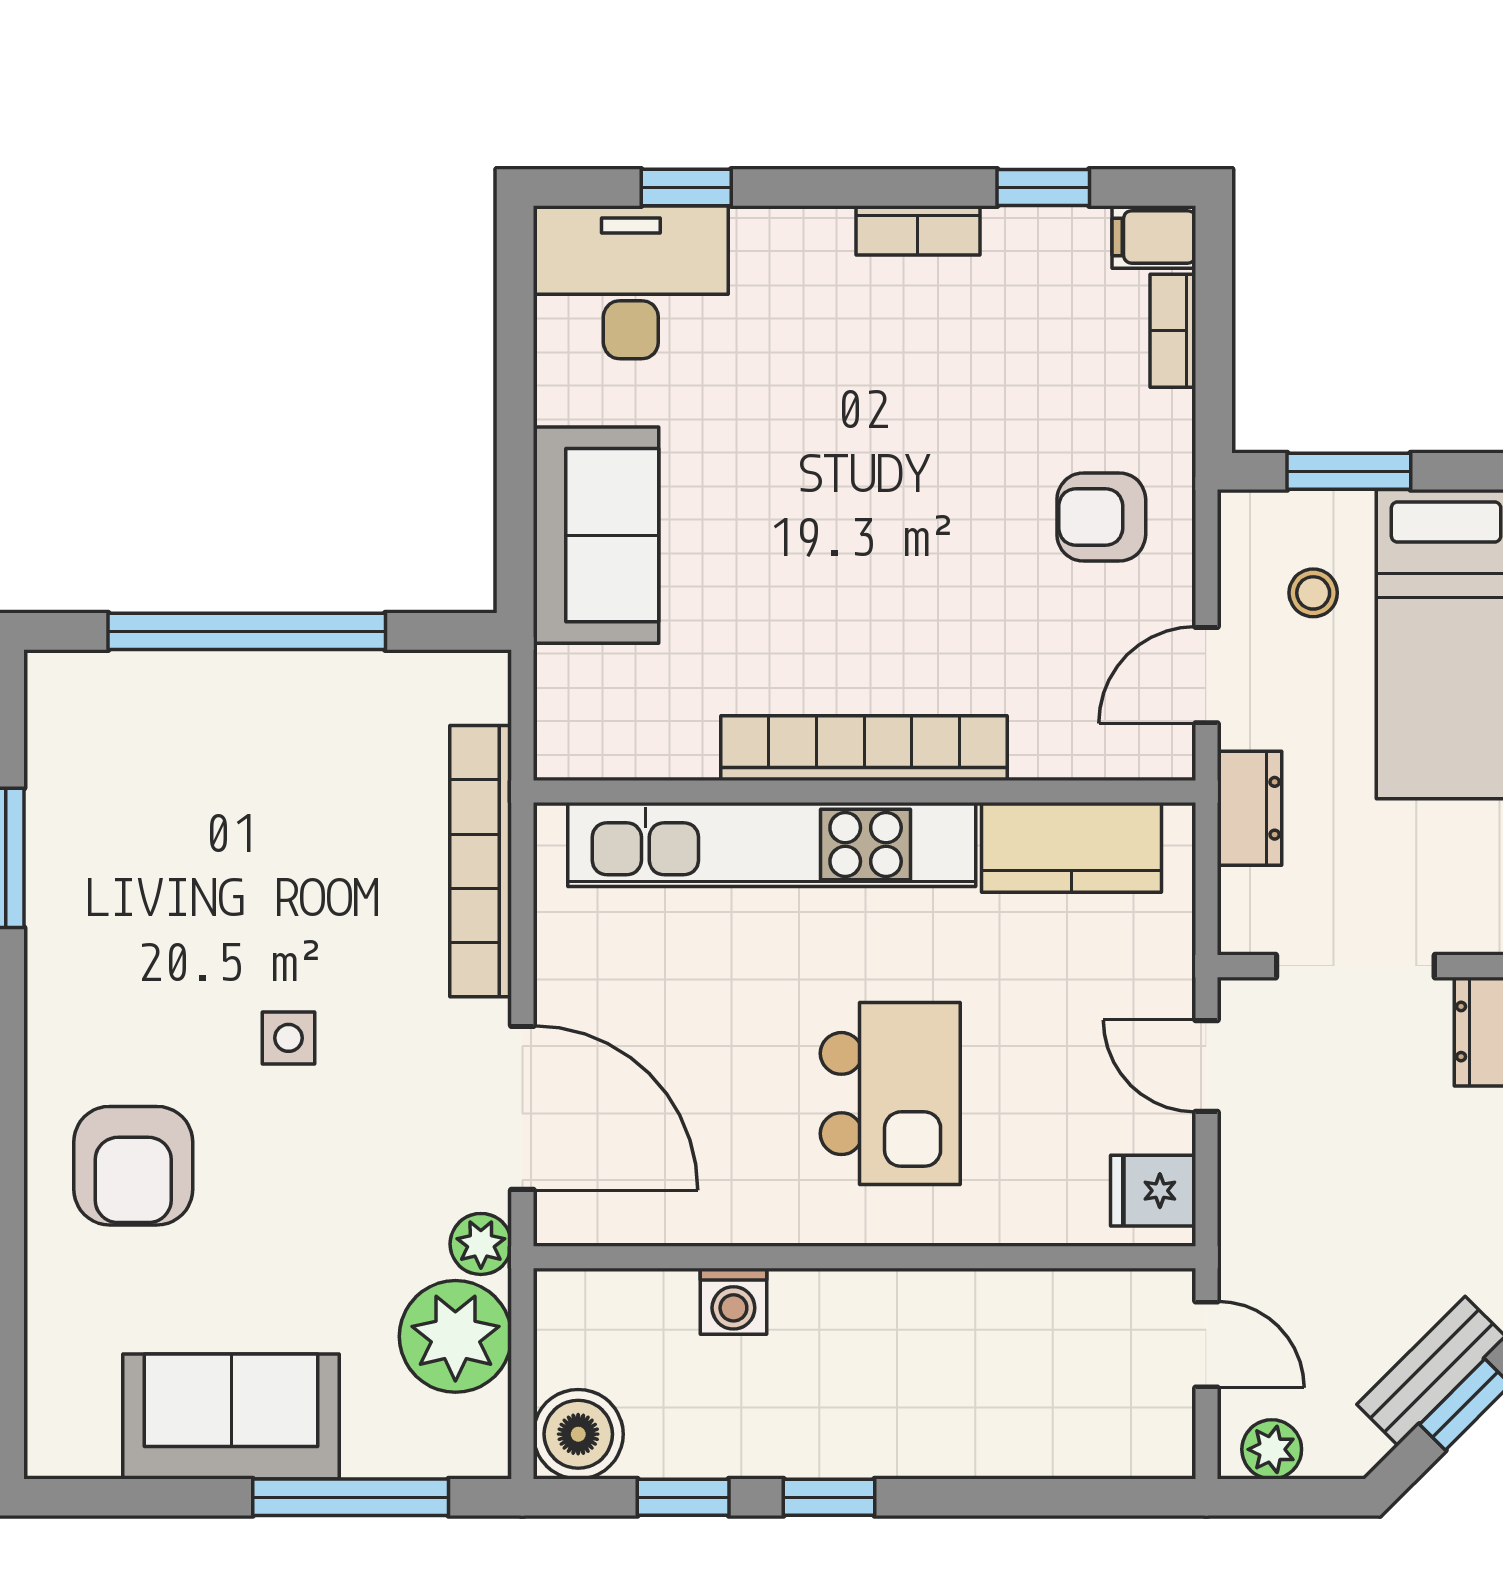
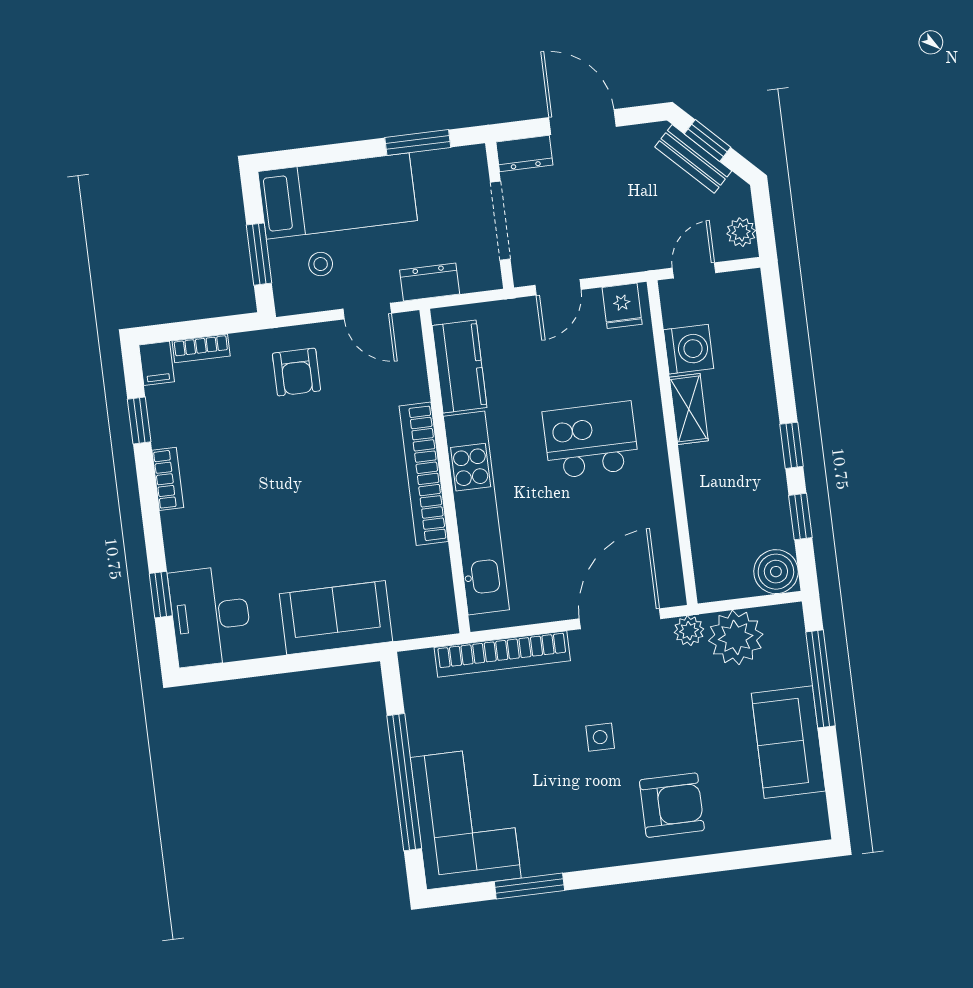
corner sofa: (160, 746) -> (466, 818), added
shelving: (928, 1299) -> (689, 409), added
washing machine: (733, 1301) -> (689, 349), moved, width x1.38, depth x1.38

